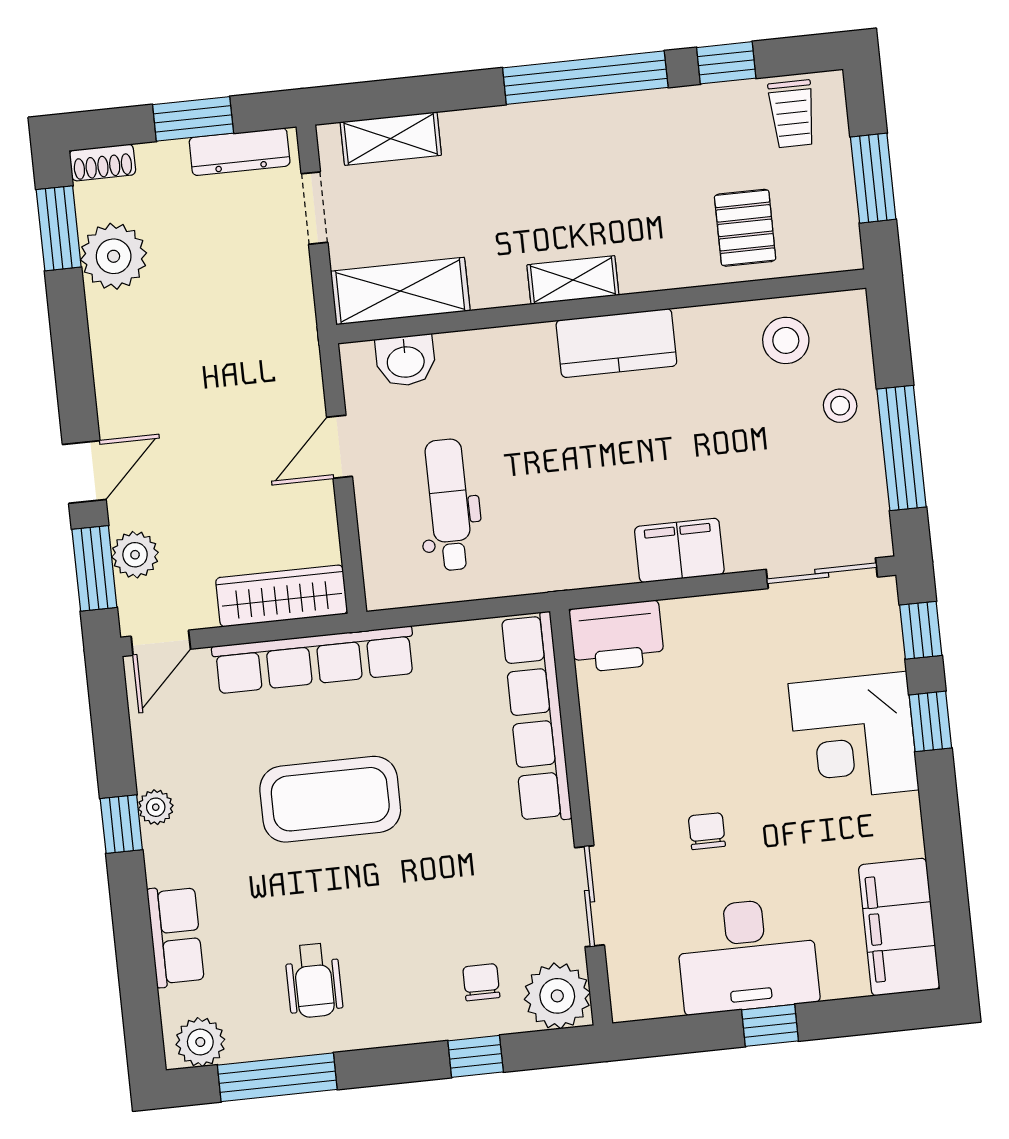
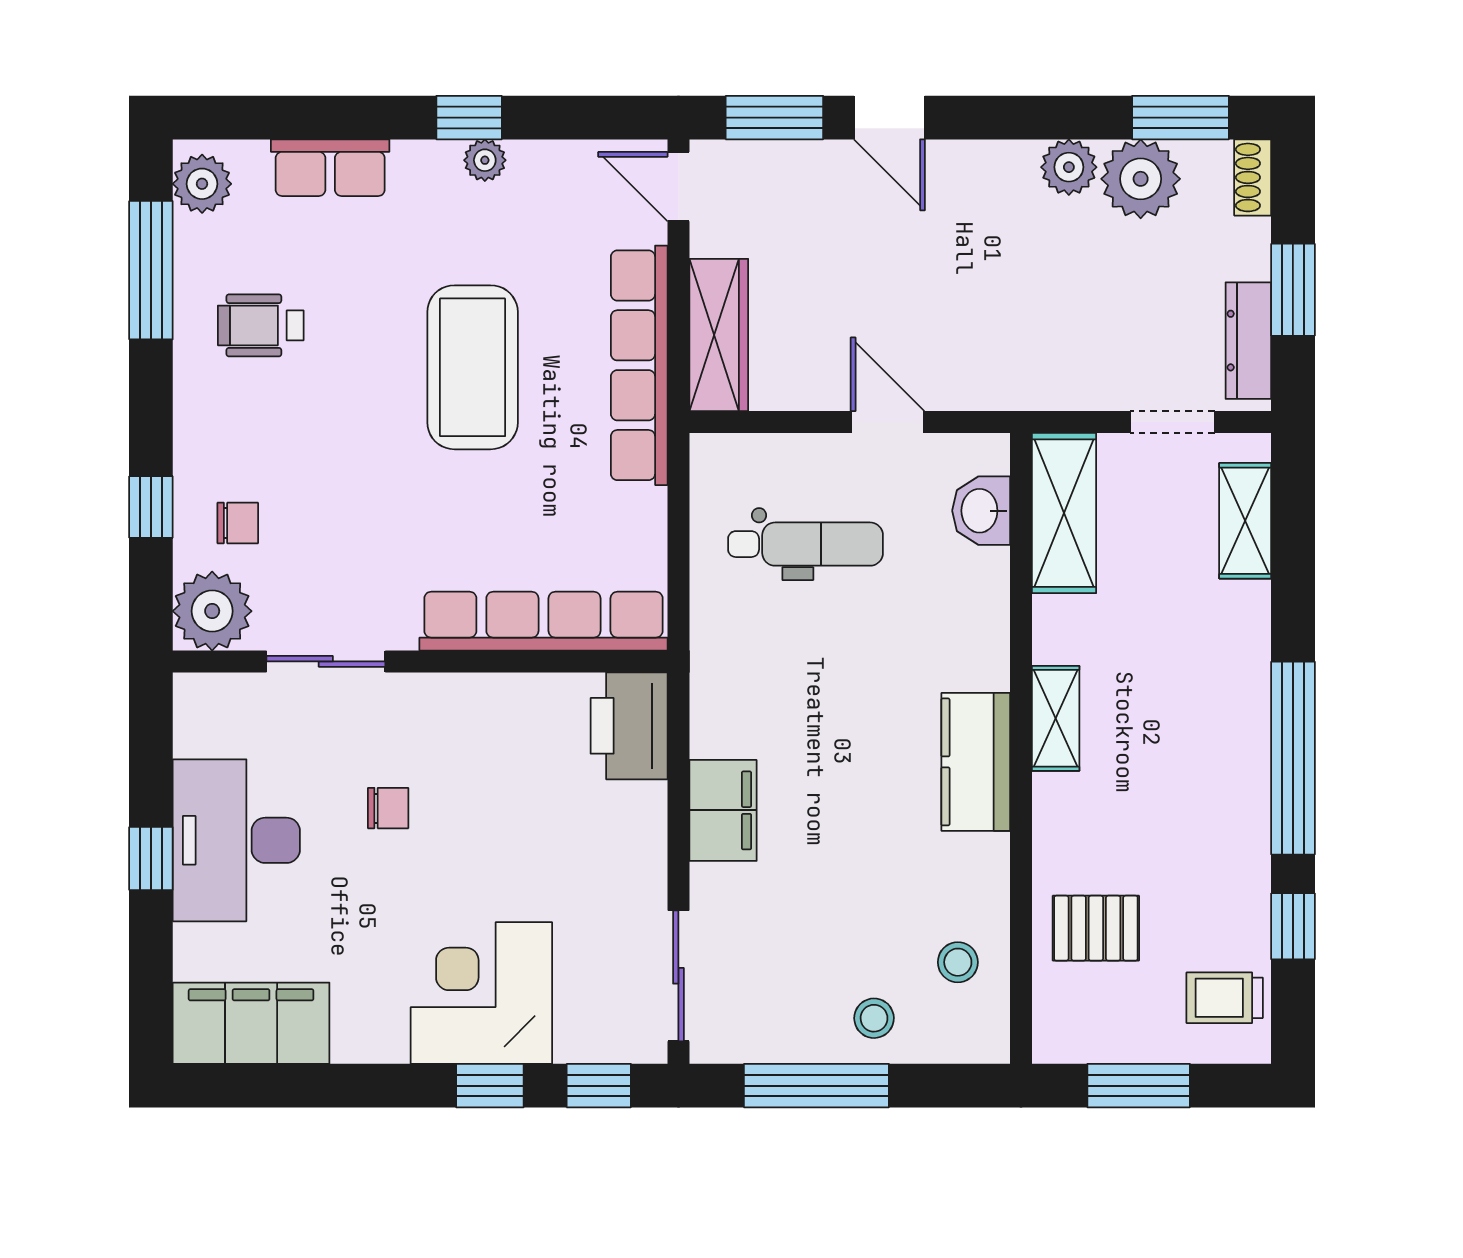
stool: (786, 340) -> (958, 962), width x0.73, depth x0.73
plant: (135, 555) -> (1069, 167), moved

